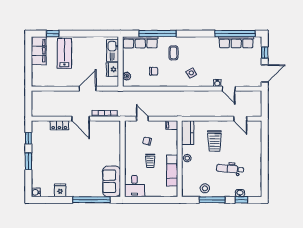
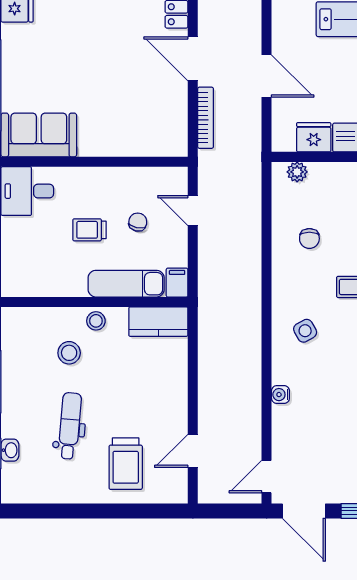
door: (229, 89) -> (267, 477), moved
door: (81, 119) -> (193, 59), hinge flipped
door: (142, 119) -> (193, 211), swing flipped
trolley: (215, 141) -> (126, 464), moved, turned -90
exam couch: (172, 171) -> (126, 284), moved
stool: (205, 188) -> (69, 353), moved

